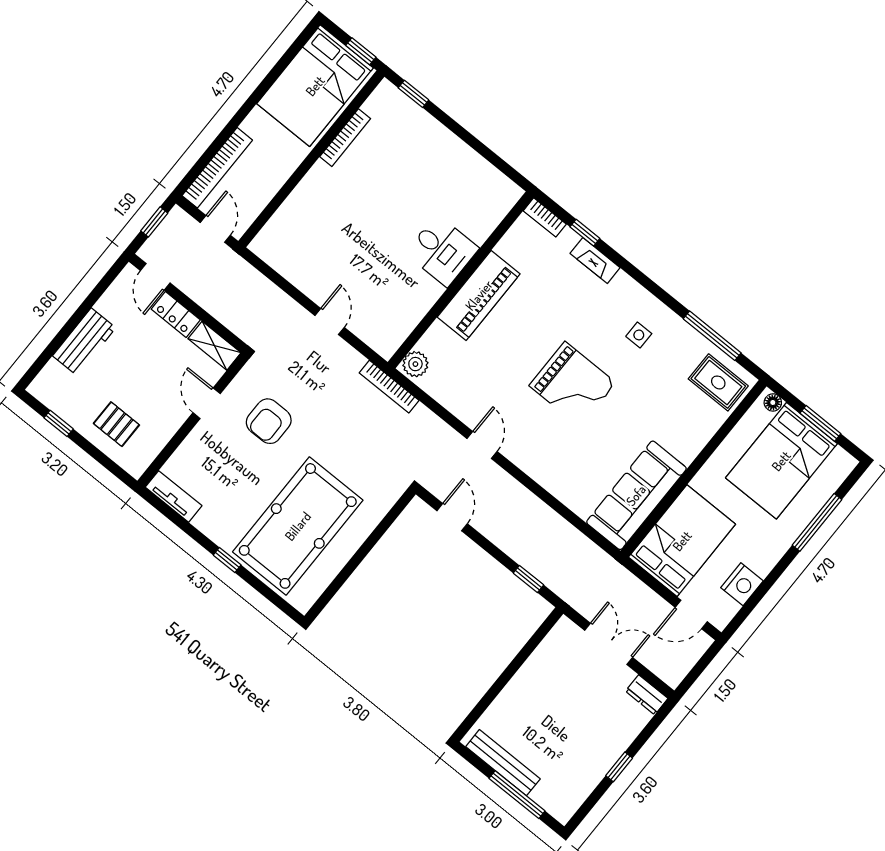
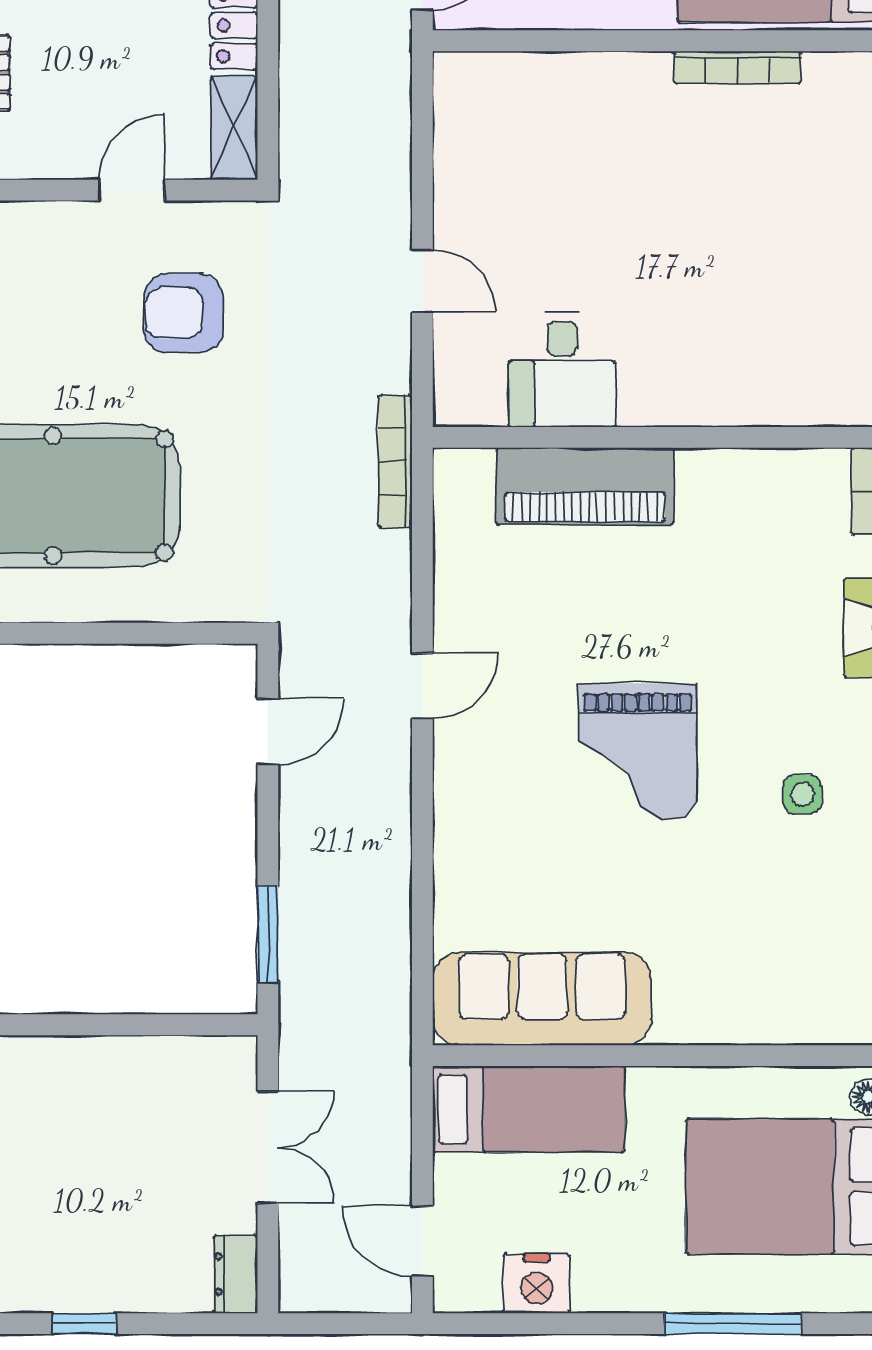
desk: (442, 251) -> (562, 370), moved
piano: (479, 295) -> (585, 486), moved
door: (330, 322) -> (422, 281), hinge flipped
plant: (415, 364) -> (466, 474), removed
rug: (718, 382) -> (829, 984), removed
bed: (682, 541) -> (529, 1109), width x0.67
window: (528, 579) -> (268, 934), width x1.50

